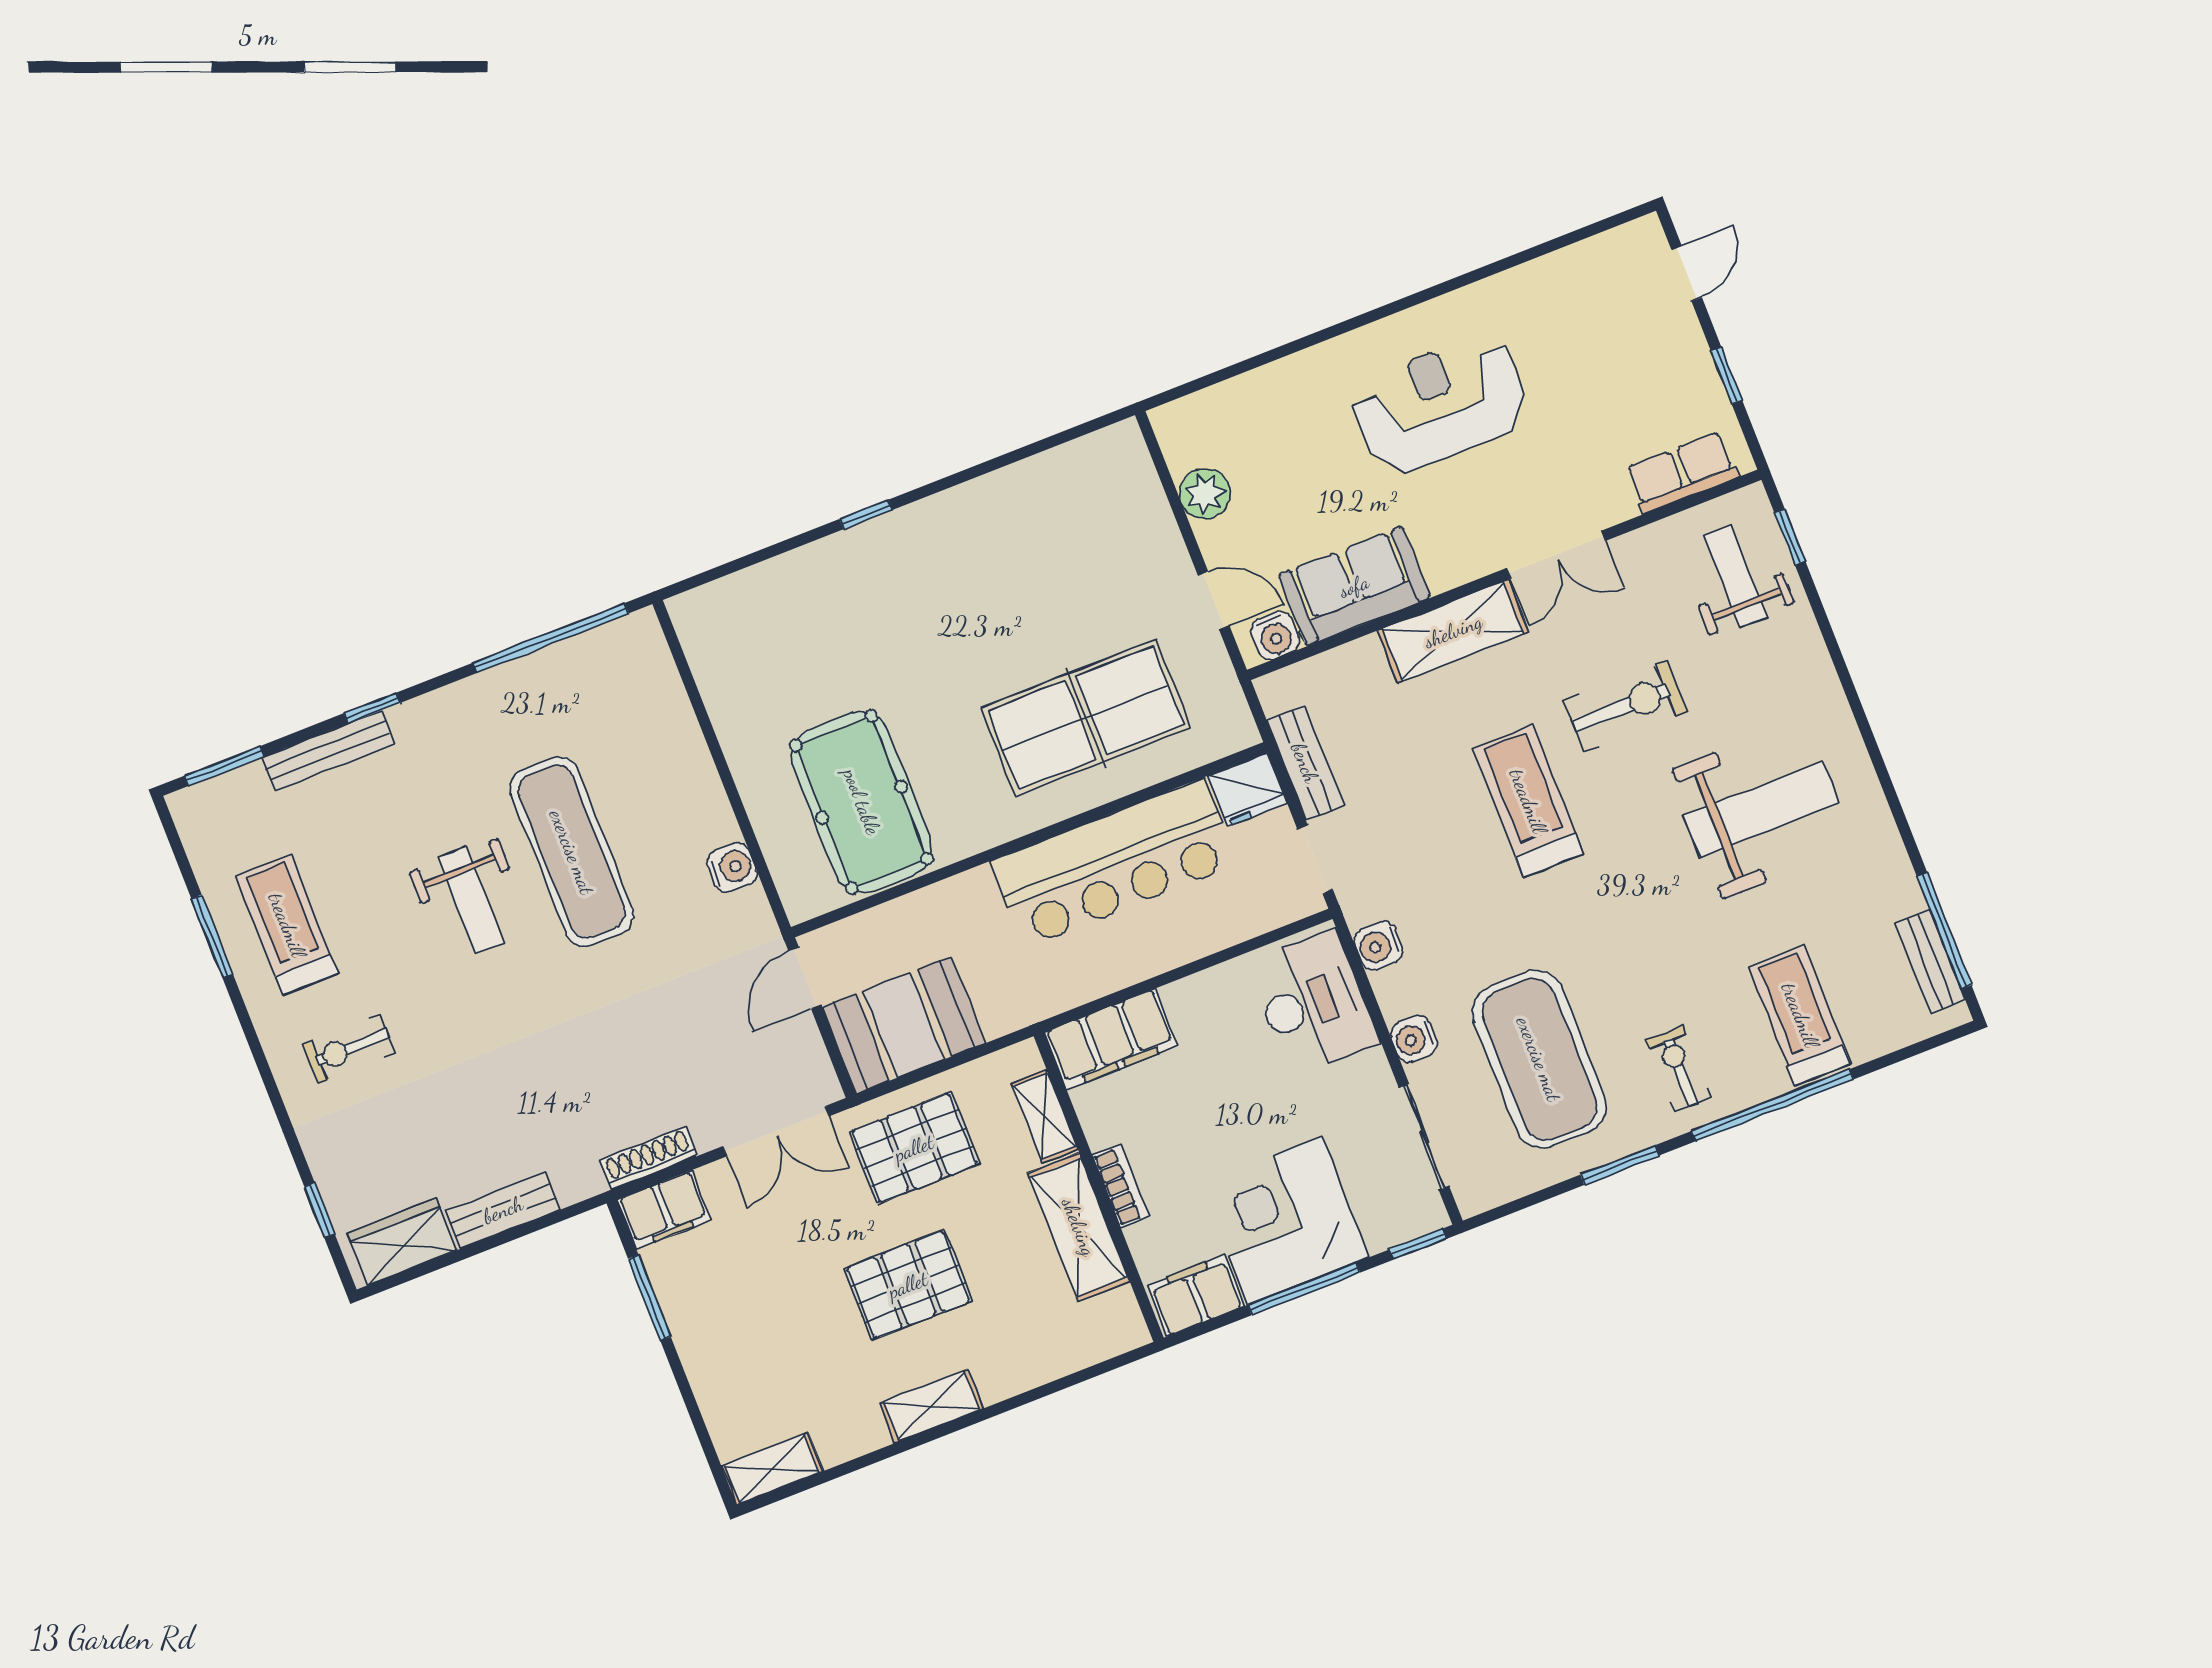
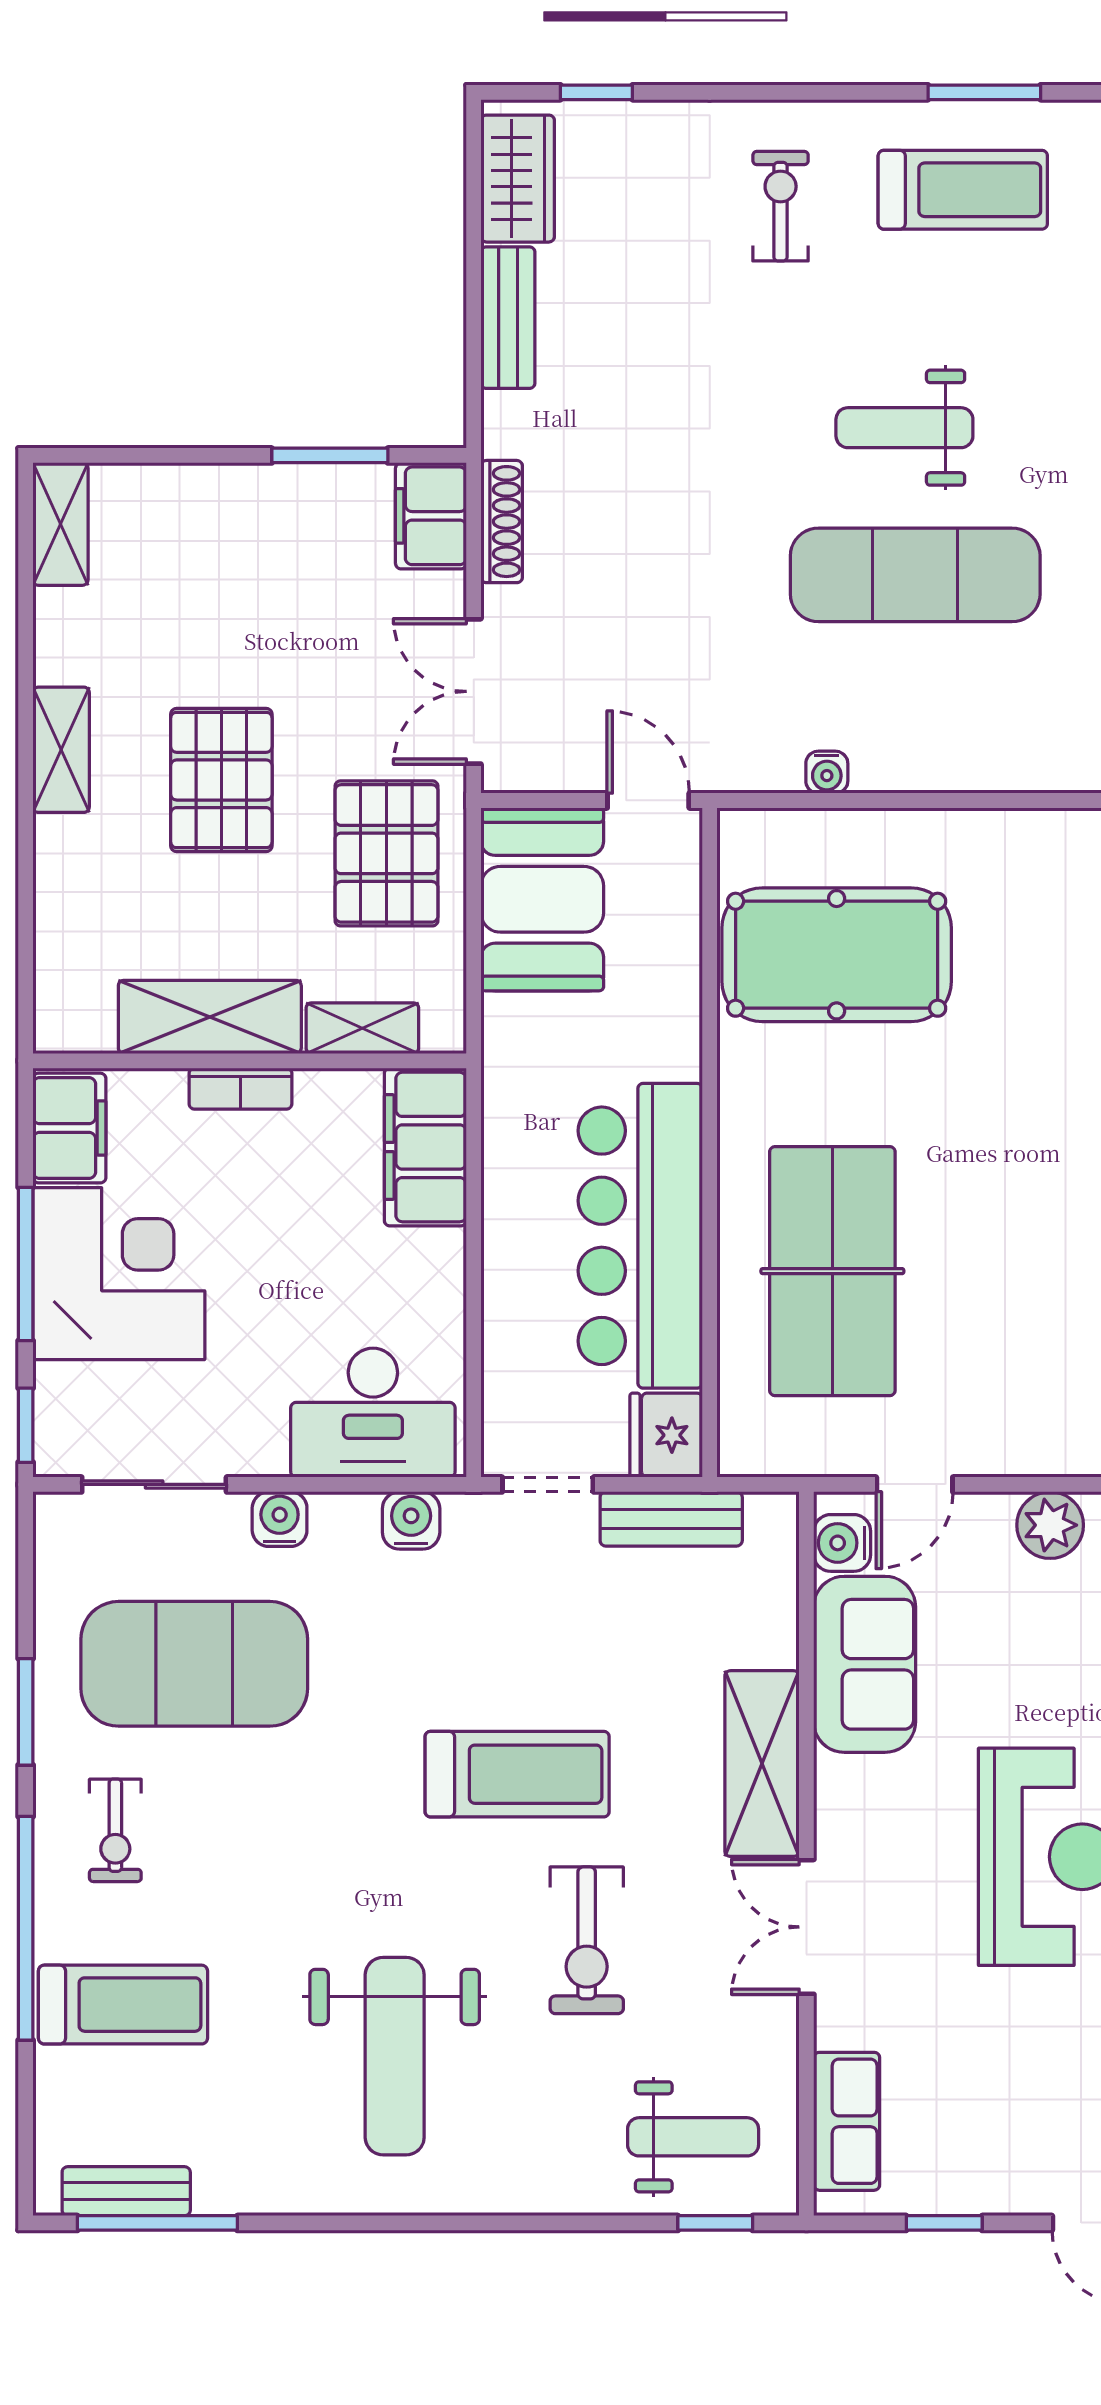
water cooler: (732, 867) -> (827, 772), width x0.72, depth x0.72
exercise bike: (1679, 1069) -> (115, 1830), turned 90

